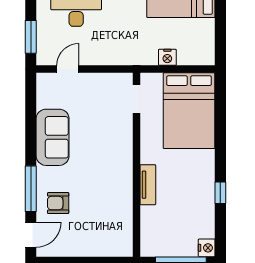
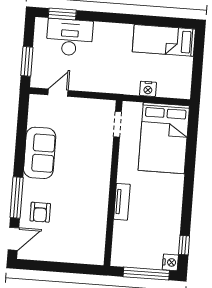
window: (220, 193) -> (184, 245), moved
armchair: (58, 203) -> (40, 212), turned -90

